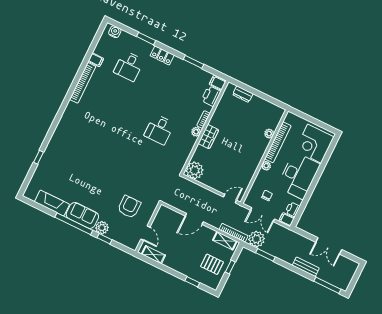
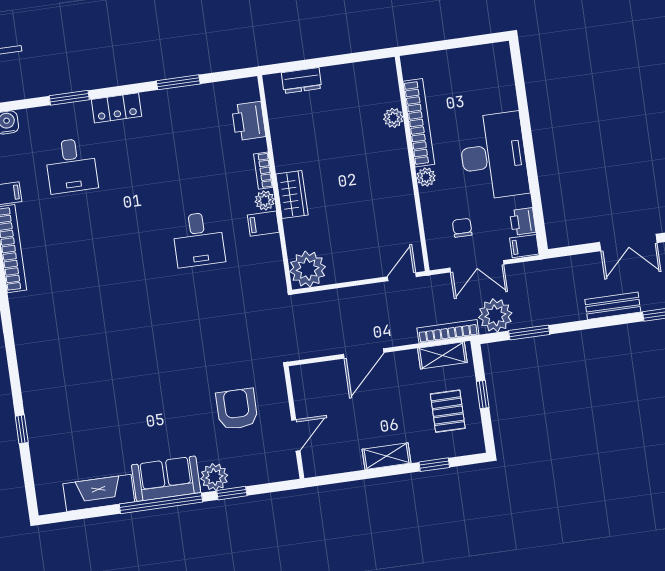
filing cabinet: (218, 83) -> (263, 224), moved
corner desk: (314, 144) -> (484, 82), removed
door: (145, 233) -> (296, 435), hinge flipped
shelving: (153, 255) -> (387, 456), moved
pallet: (212, 264) -> (448, 411), turned 90

